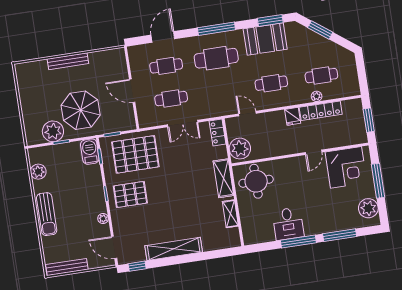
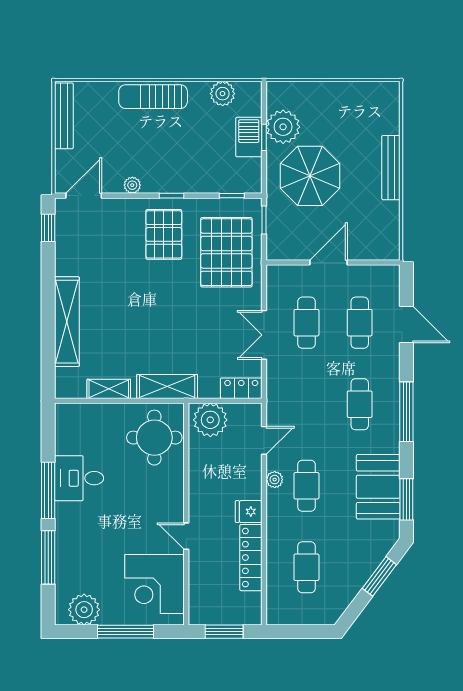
cafe table: (216, 58) -> (360, 404), width x0.73, depth x0.74
plant: (317, 96) -> (275, 480), moved
barbecue: (90, 152) -> (249, 137), moved, turned -90
shelving: (174, 249) -> (67, 322), moved

